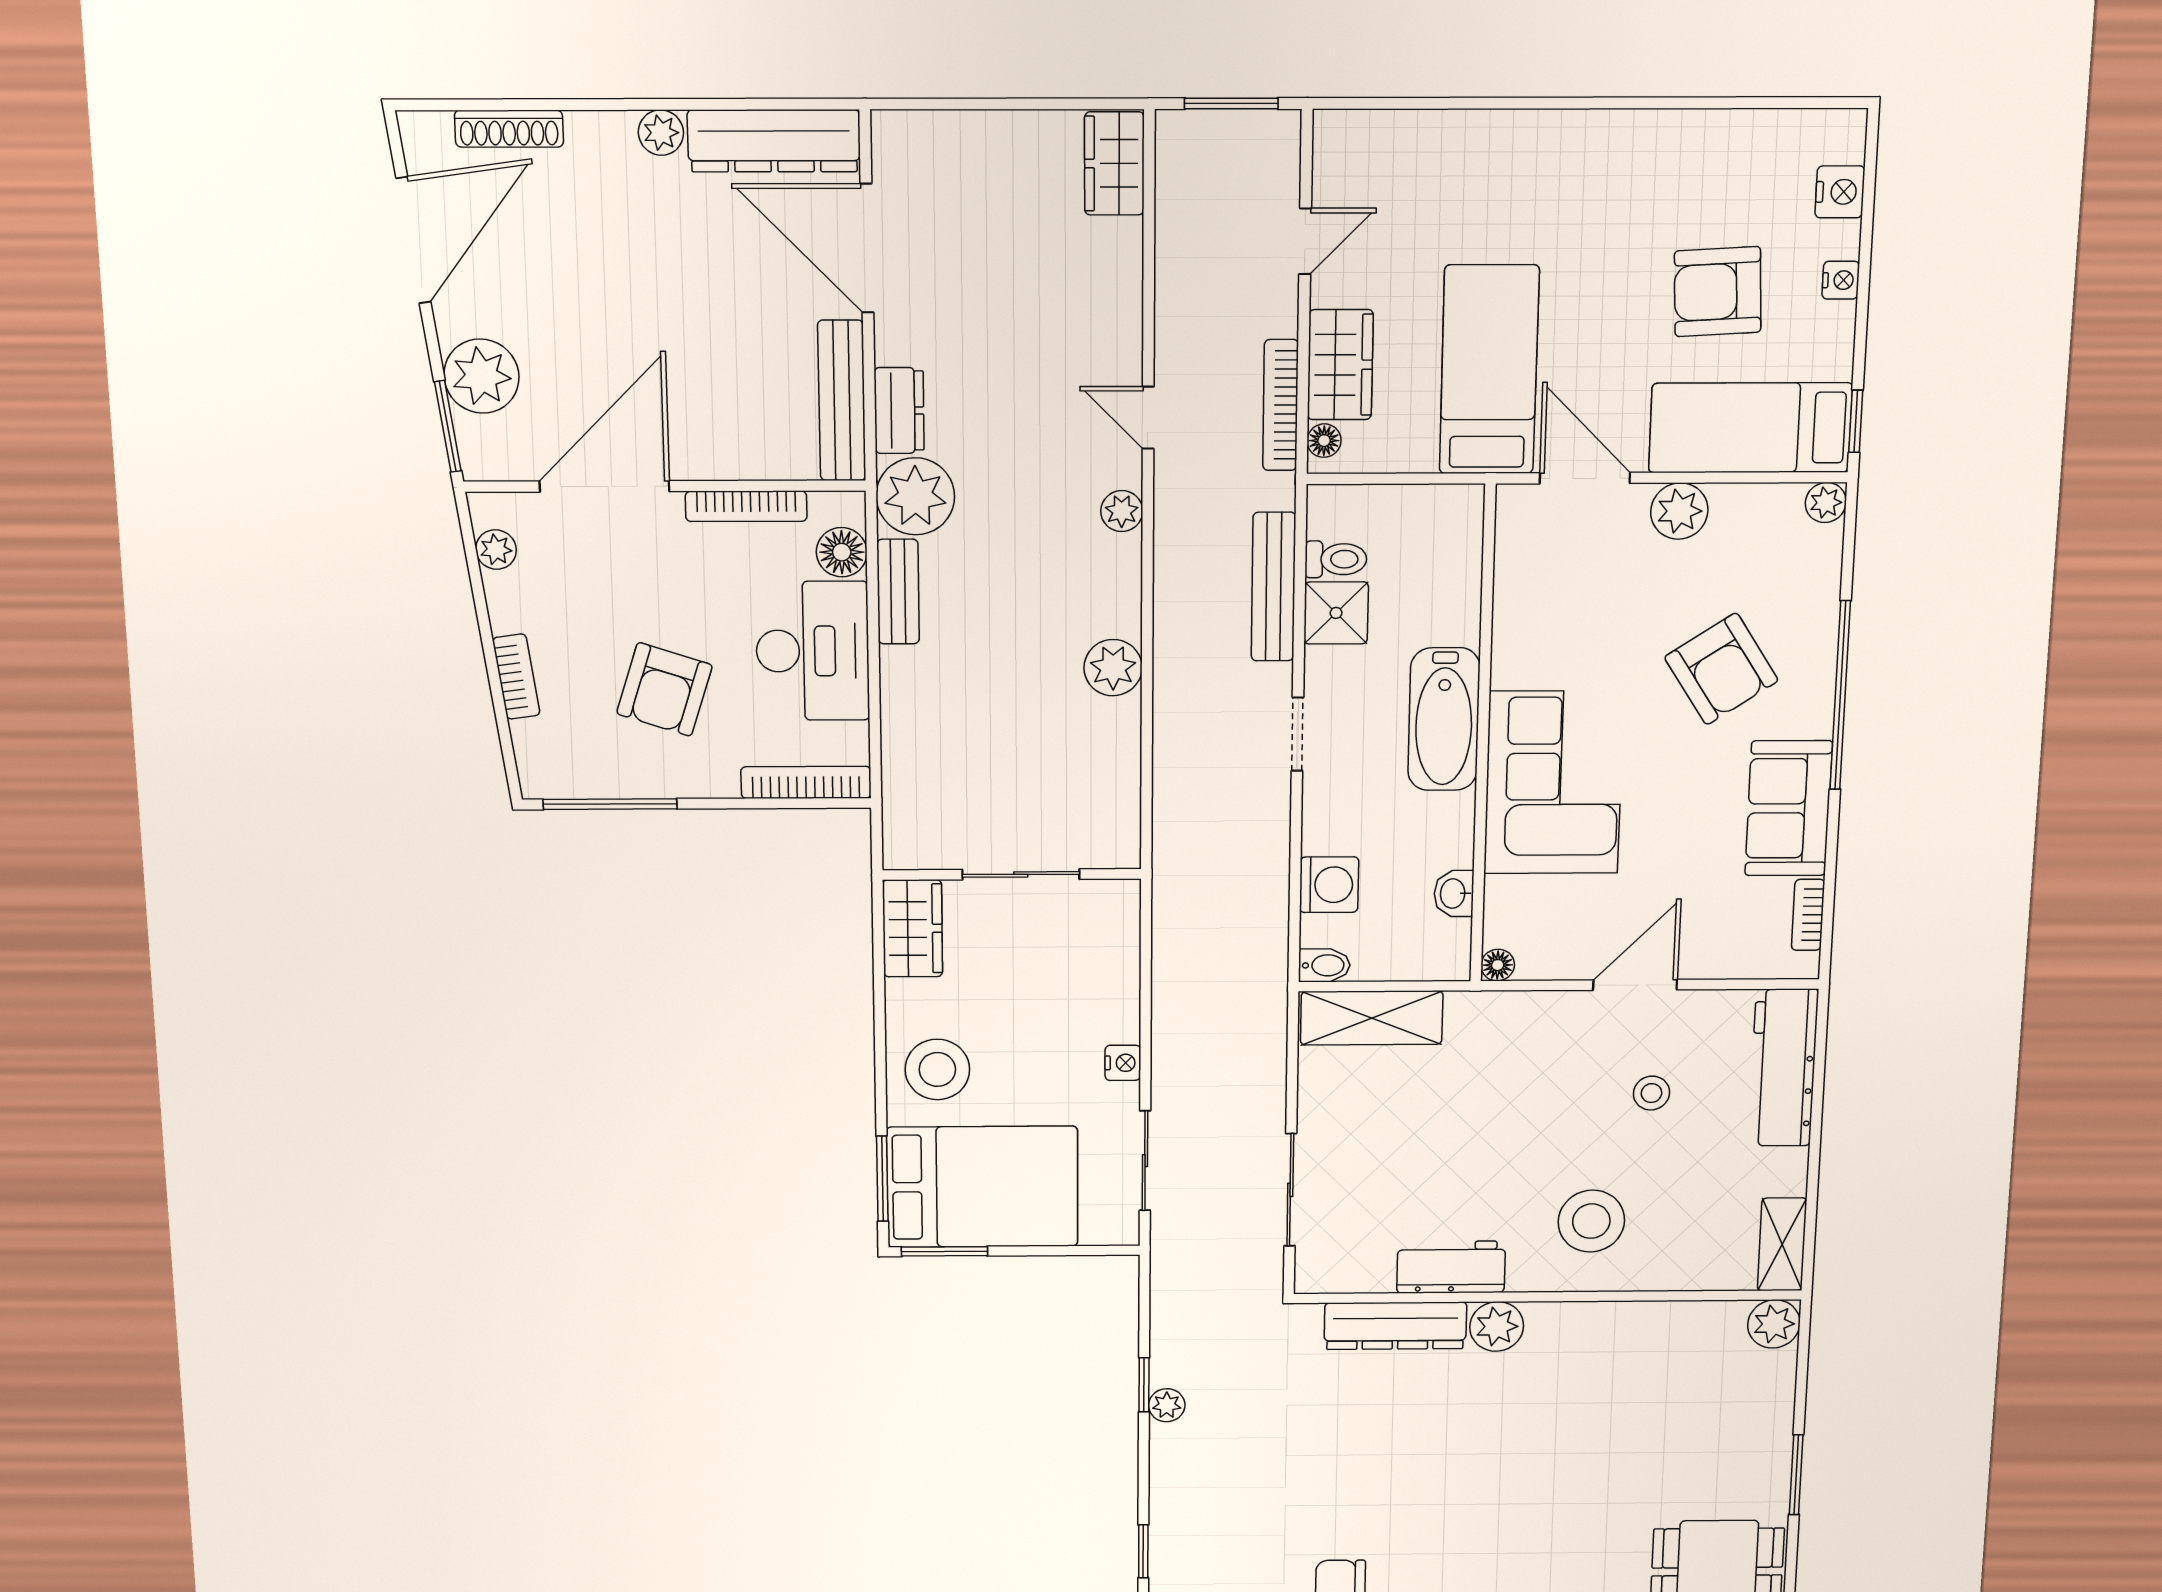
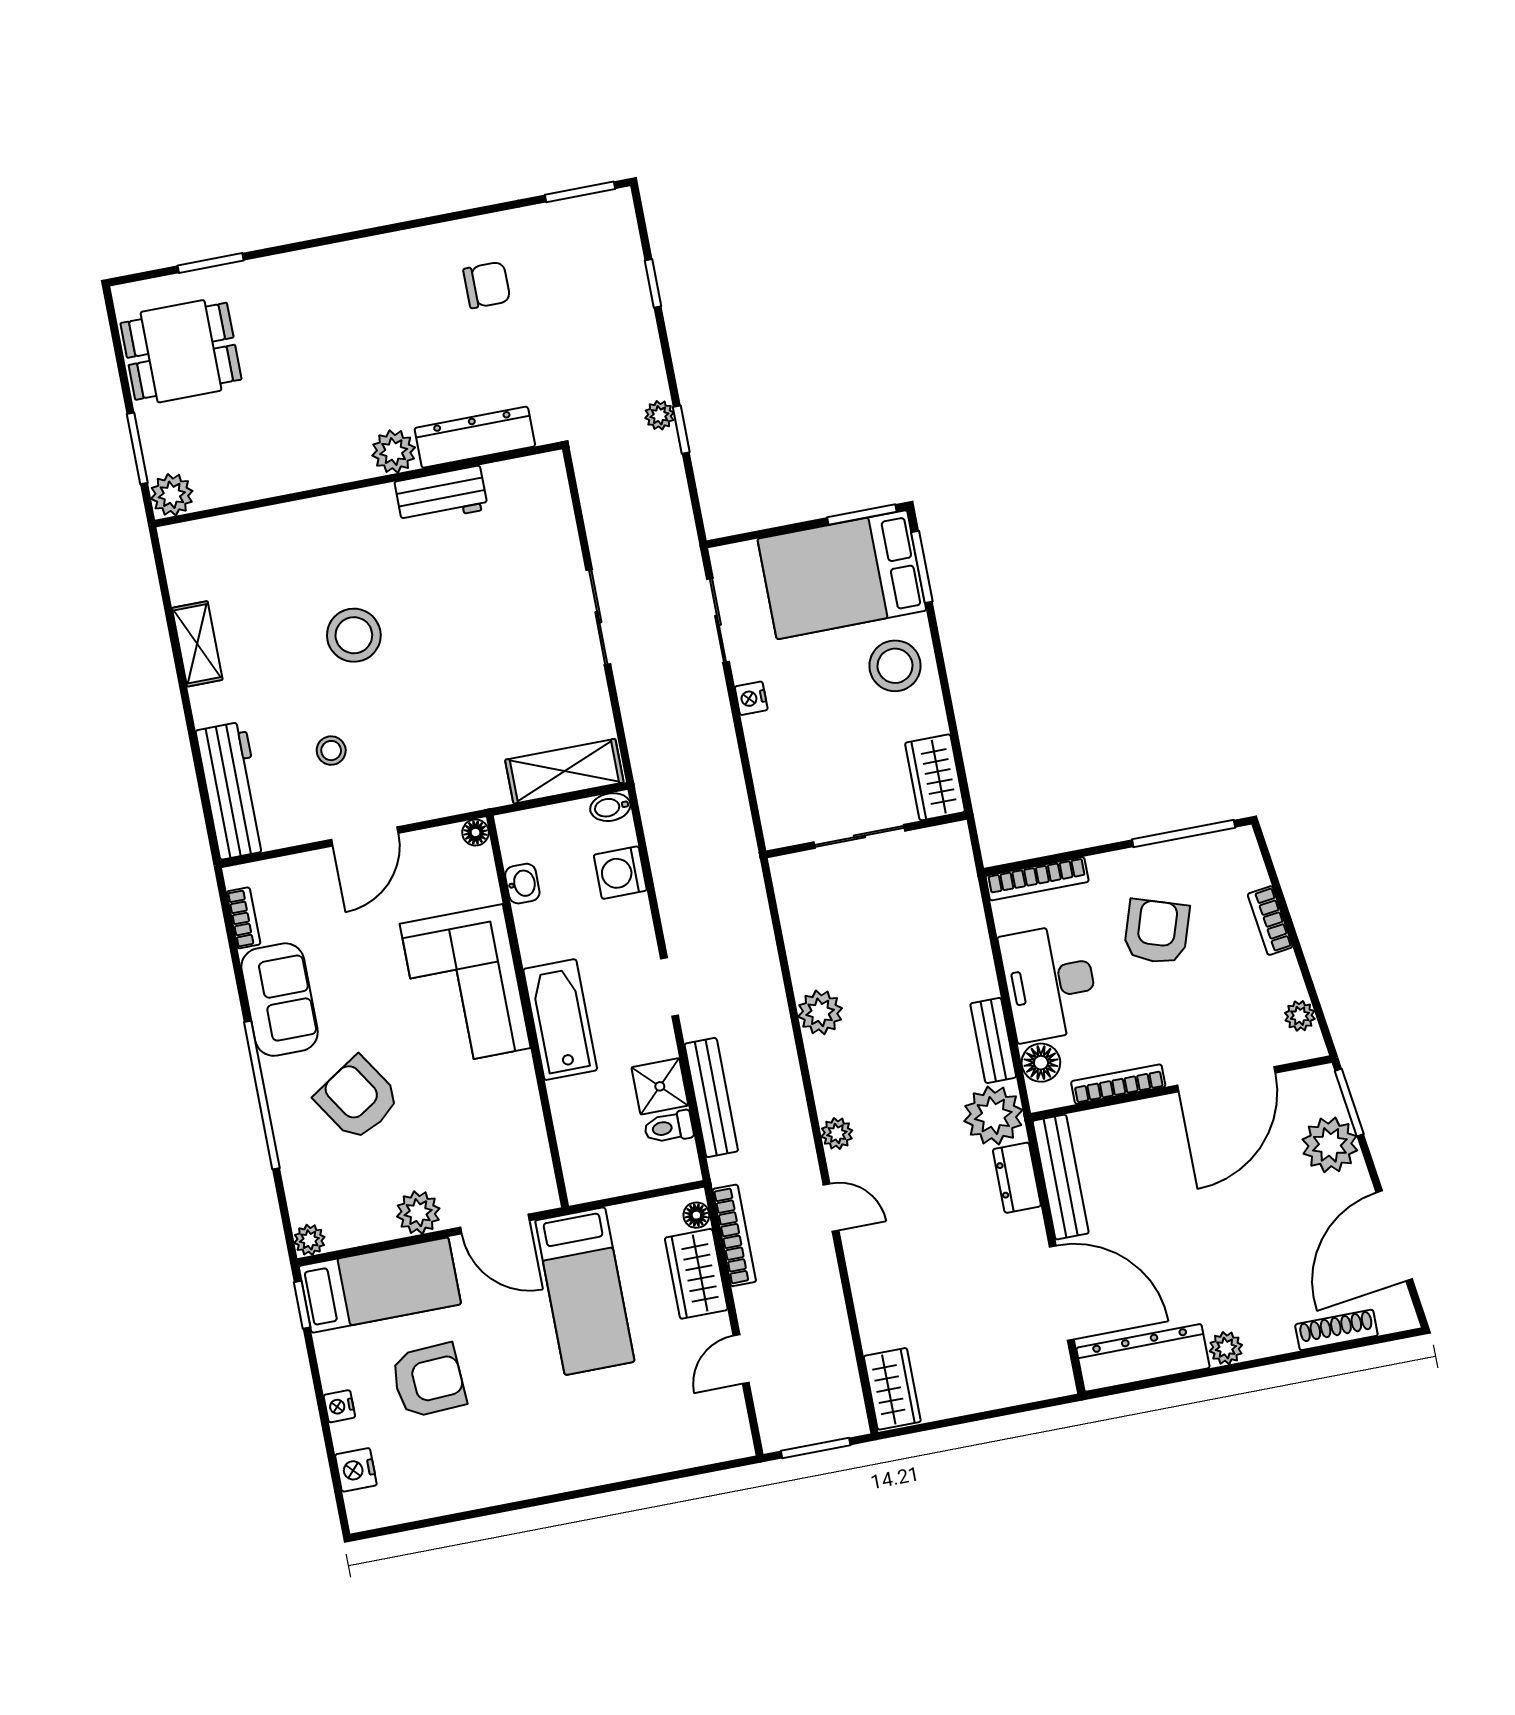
workbench: (1451, 1267) -> (441, 495), moved
wall: (1548, 1297) -> (358, 484), moved
plant: (1774, 1324) -> (172, 495), moved
dresser: (1395, 1326) -> (475, 437), moved
plant: (1497, 1326) -> (394, 452), moved

